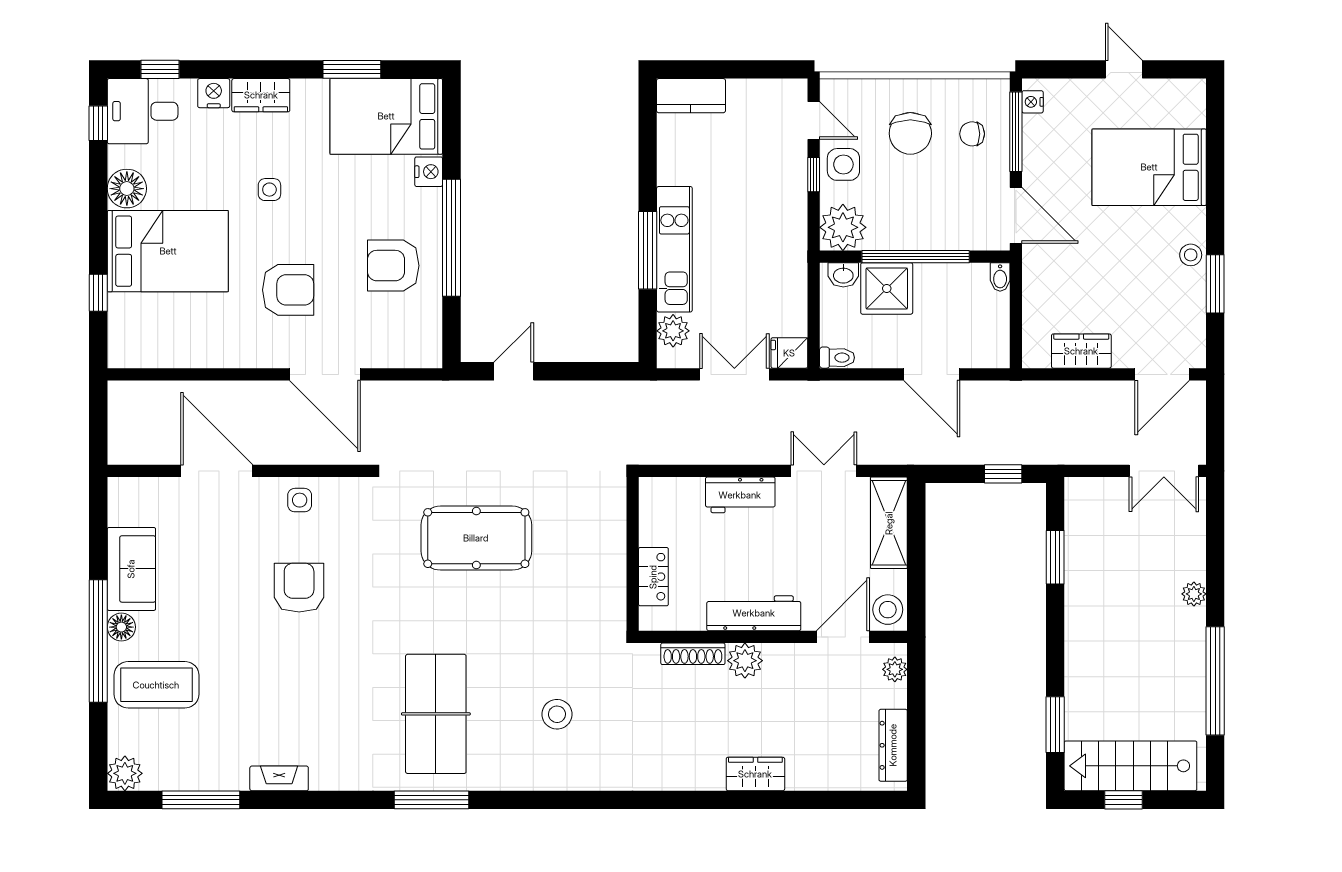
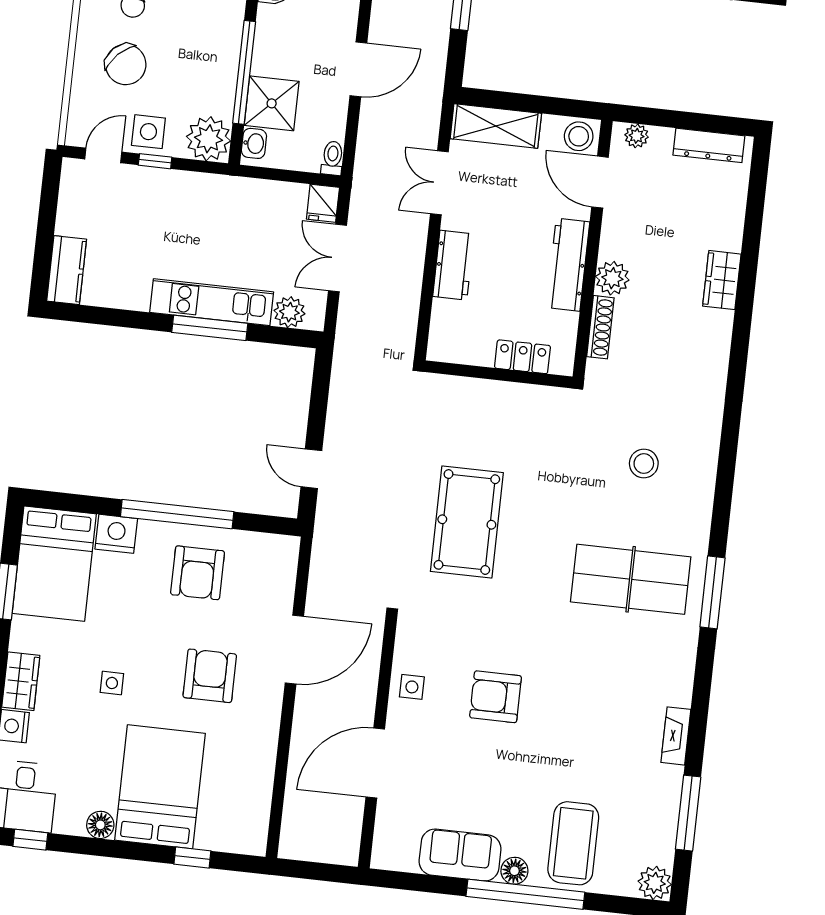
chair: (910, 133) -> (126, 64), turned 45
nightstand: (429, 172) -> (116, 534), width x1.36, depth x1.33
floor lamp: (127, 189) -> (100, 825), width x0.73, depth x0.73

